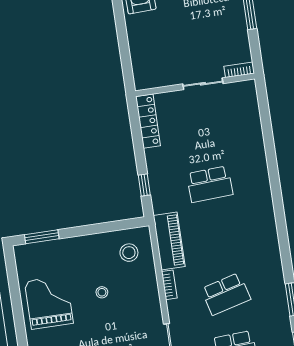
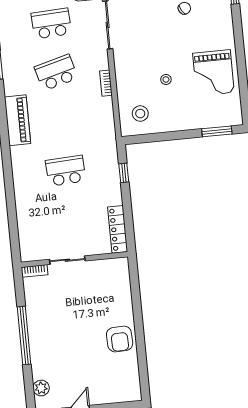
piano: (169, 241) -> (18, 120), moved, turned 180

